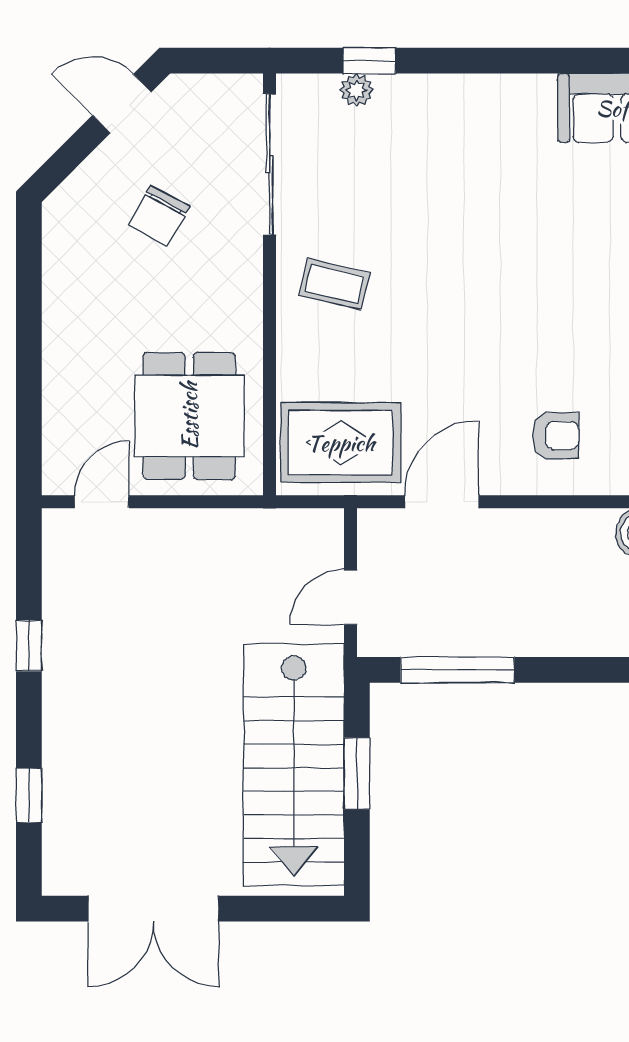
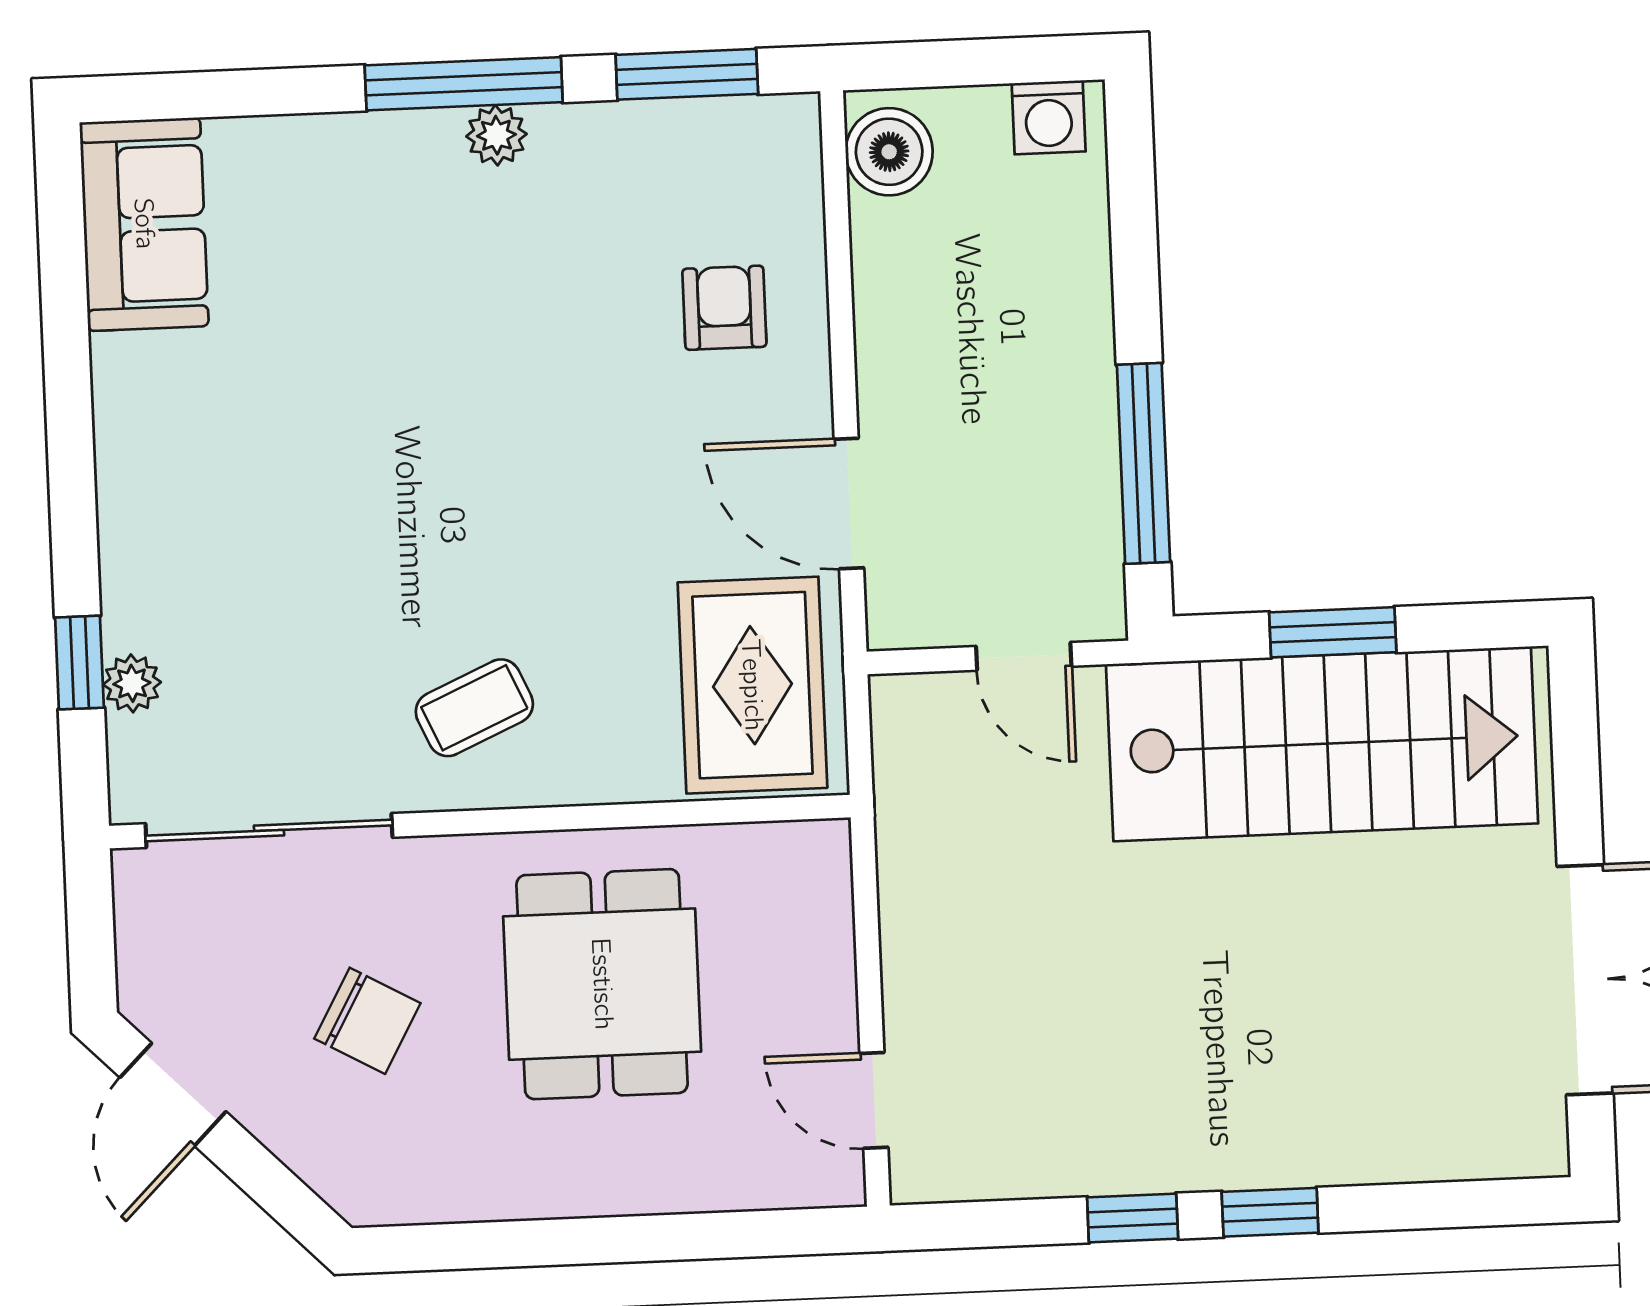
coffee table: (334, 284) -> (474, 708), turned 53
dining table: (189, 416) -> (602, 984), moved, turned 90
window: (29, 795) -> (1270, 1212), moved

